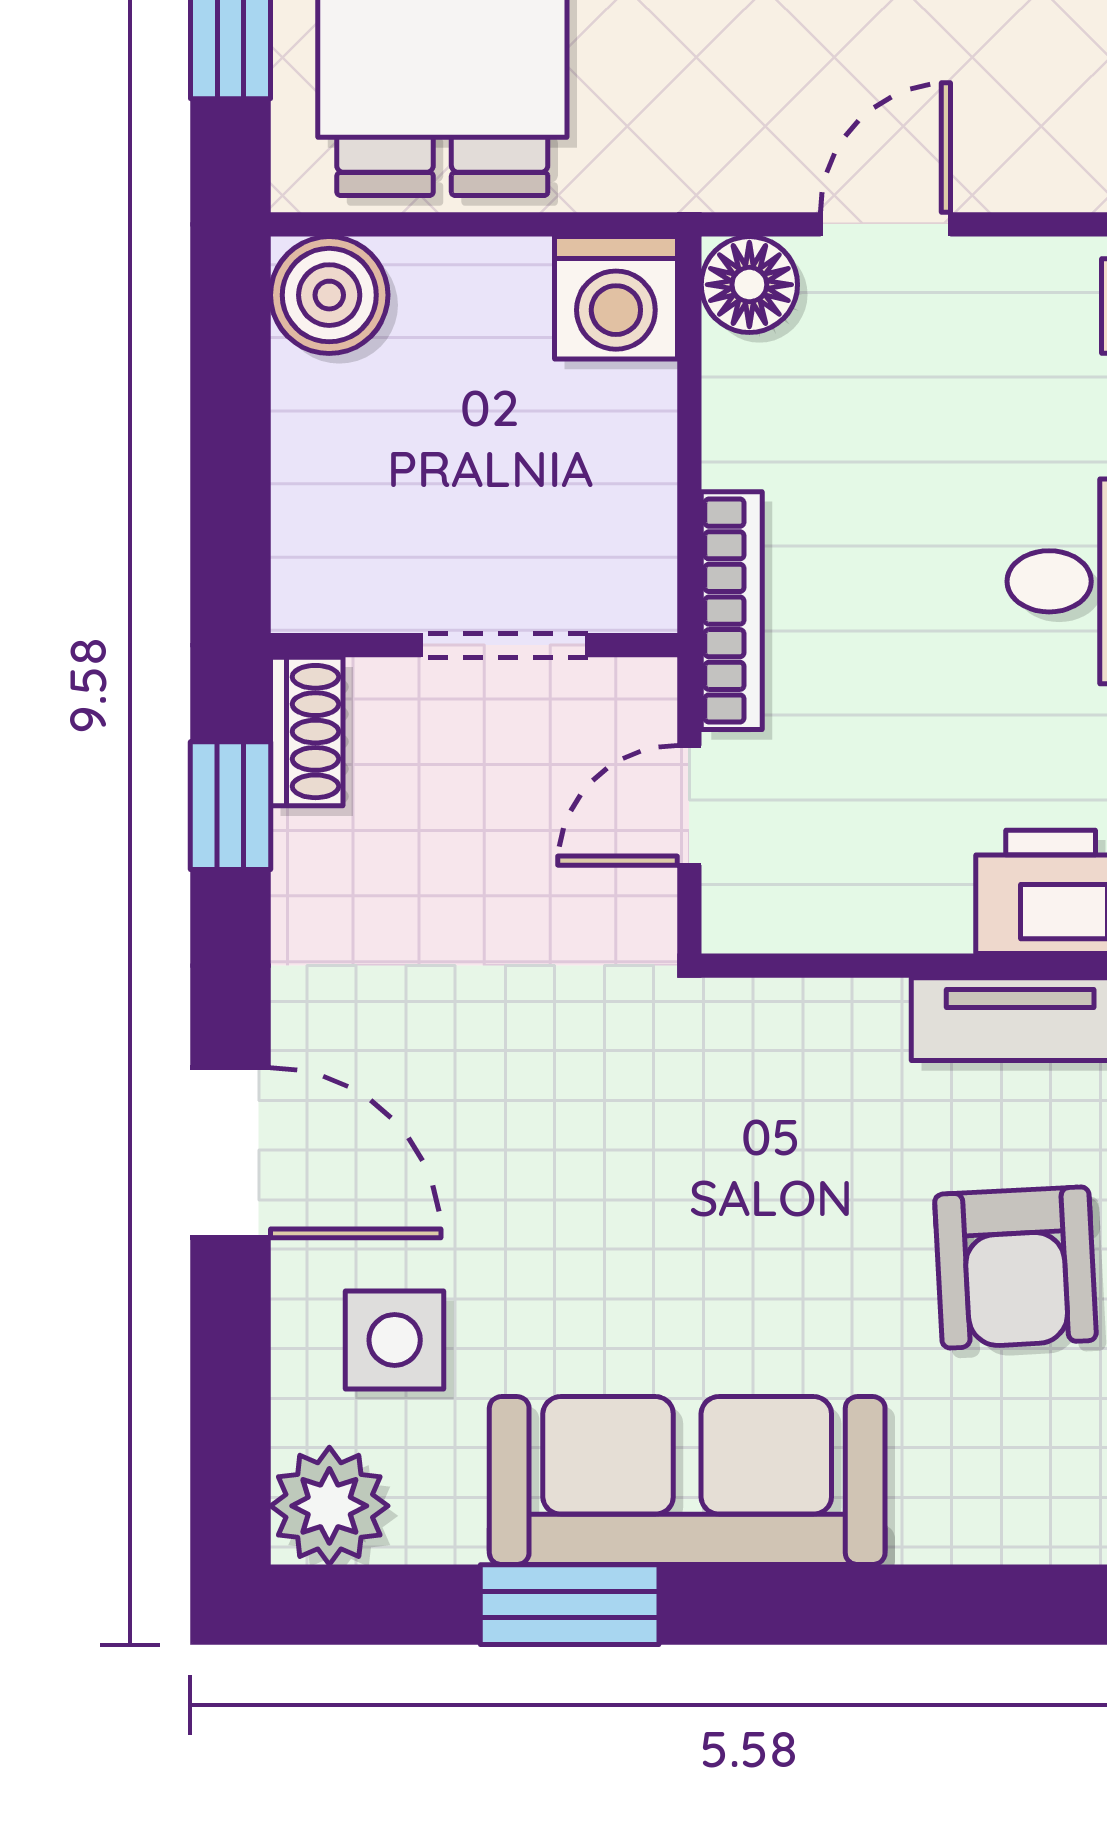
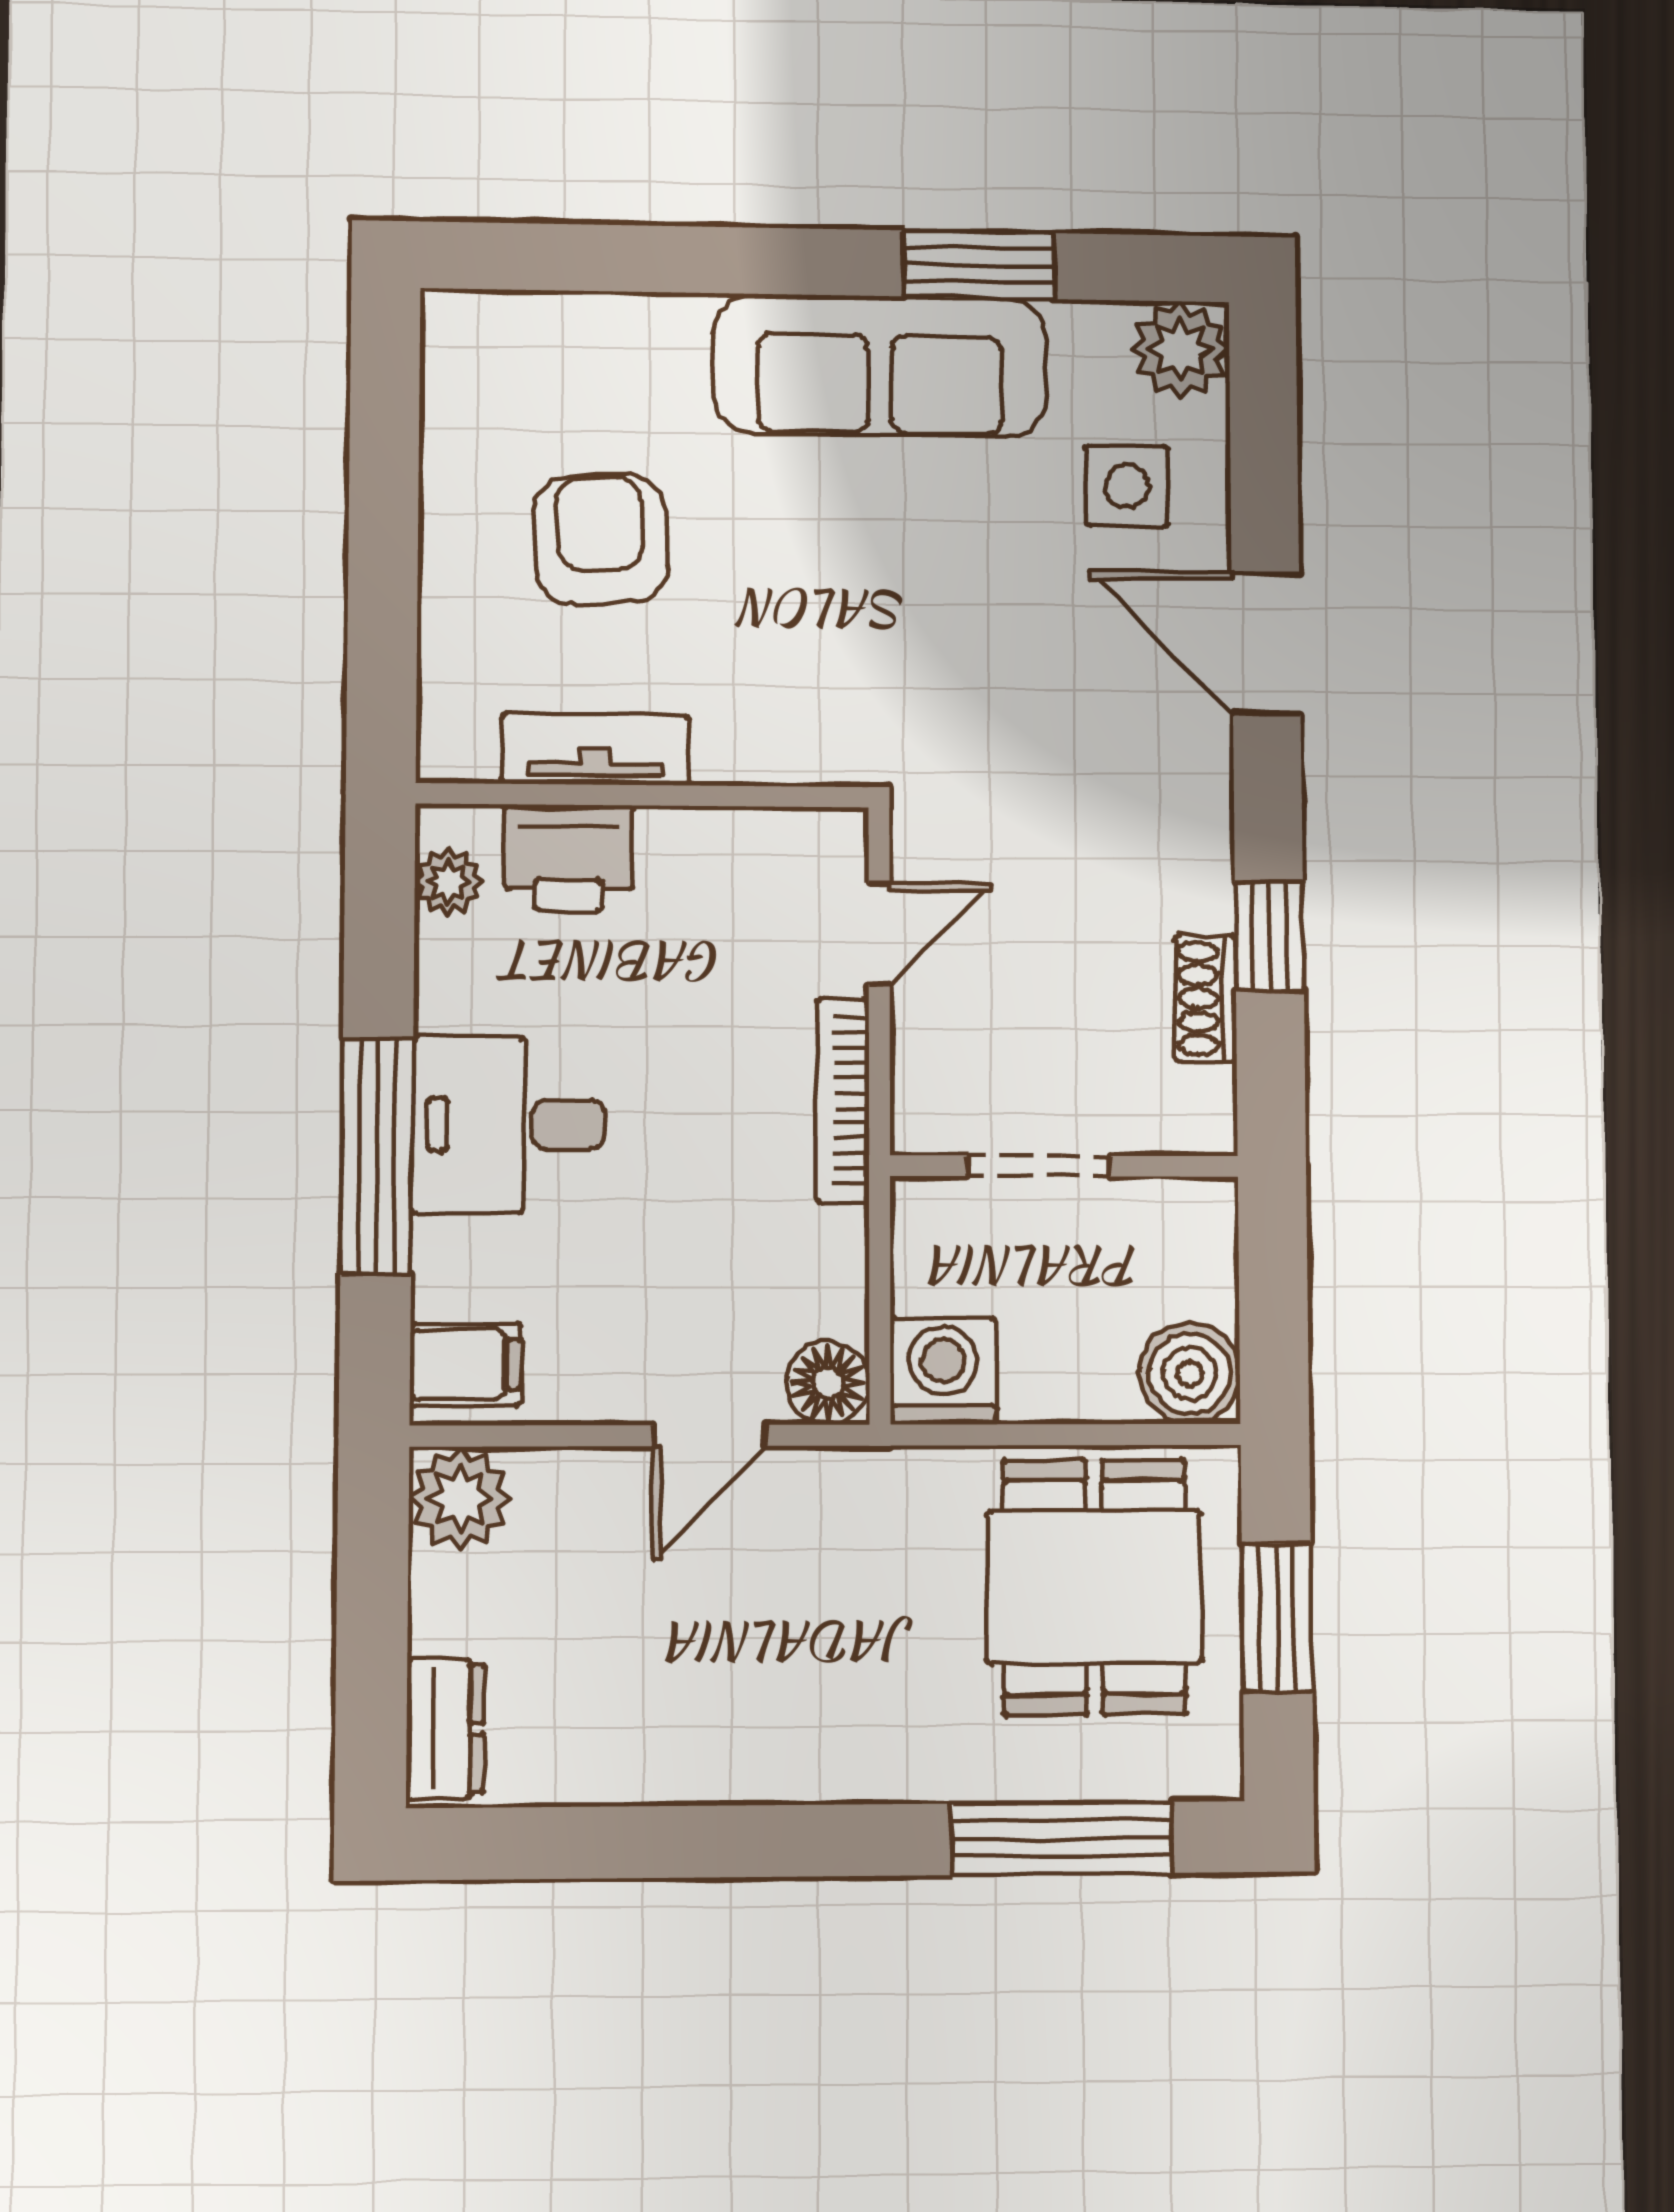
wall: (474, 645) -> (1064, 1166), moved
doorway: (504, 645) -> (1038, 1166), moved

